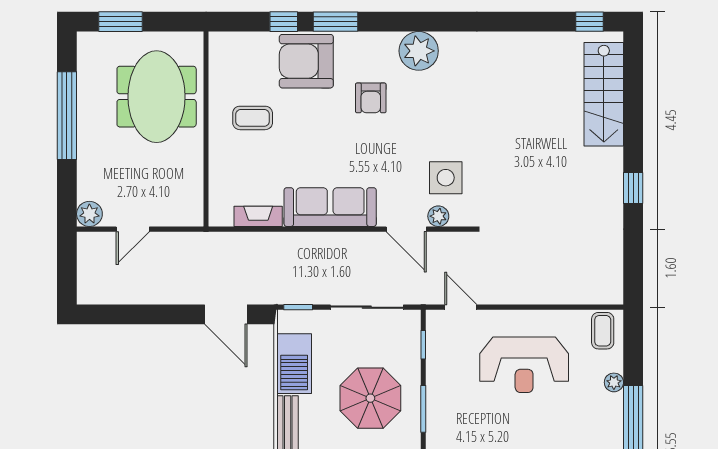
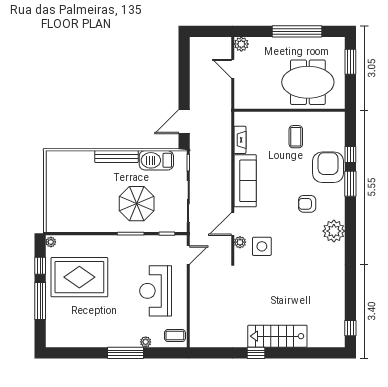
stairs: (604, 94) -> (277, 336), moved

